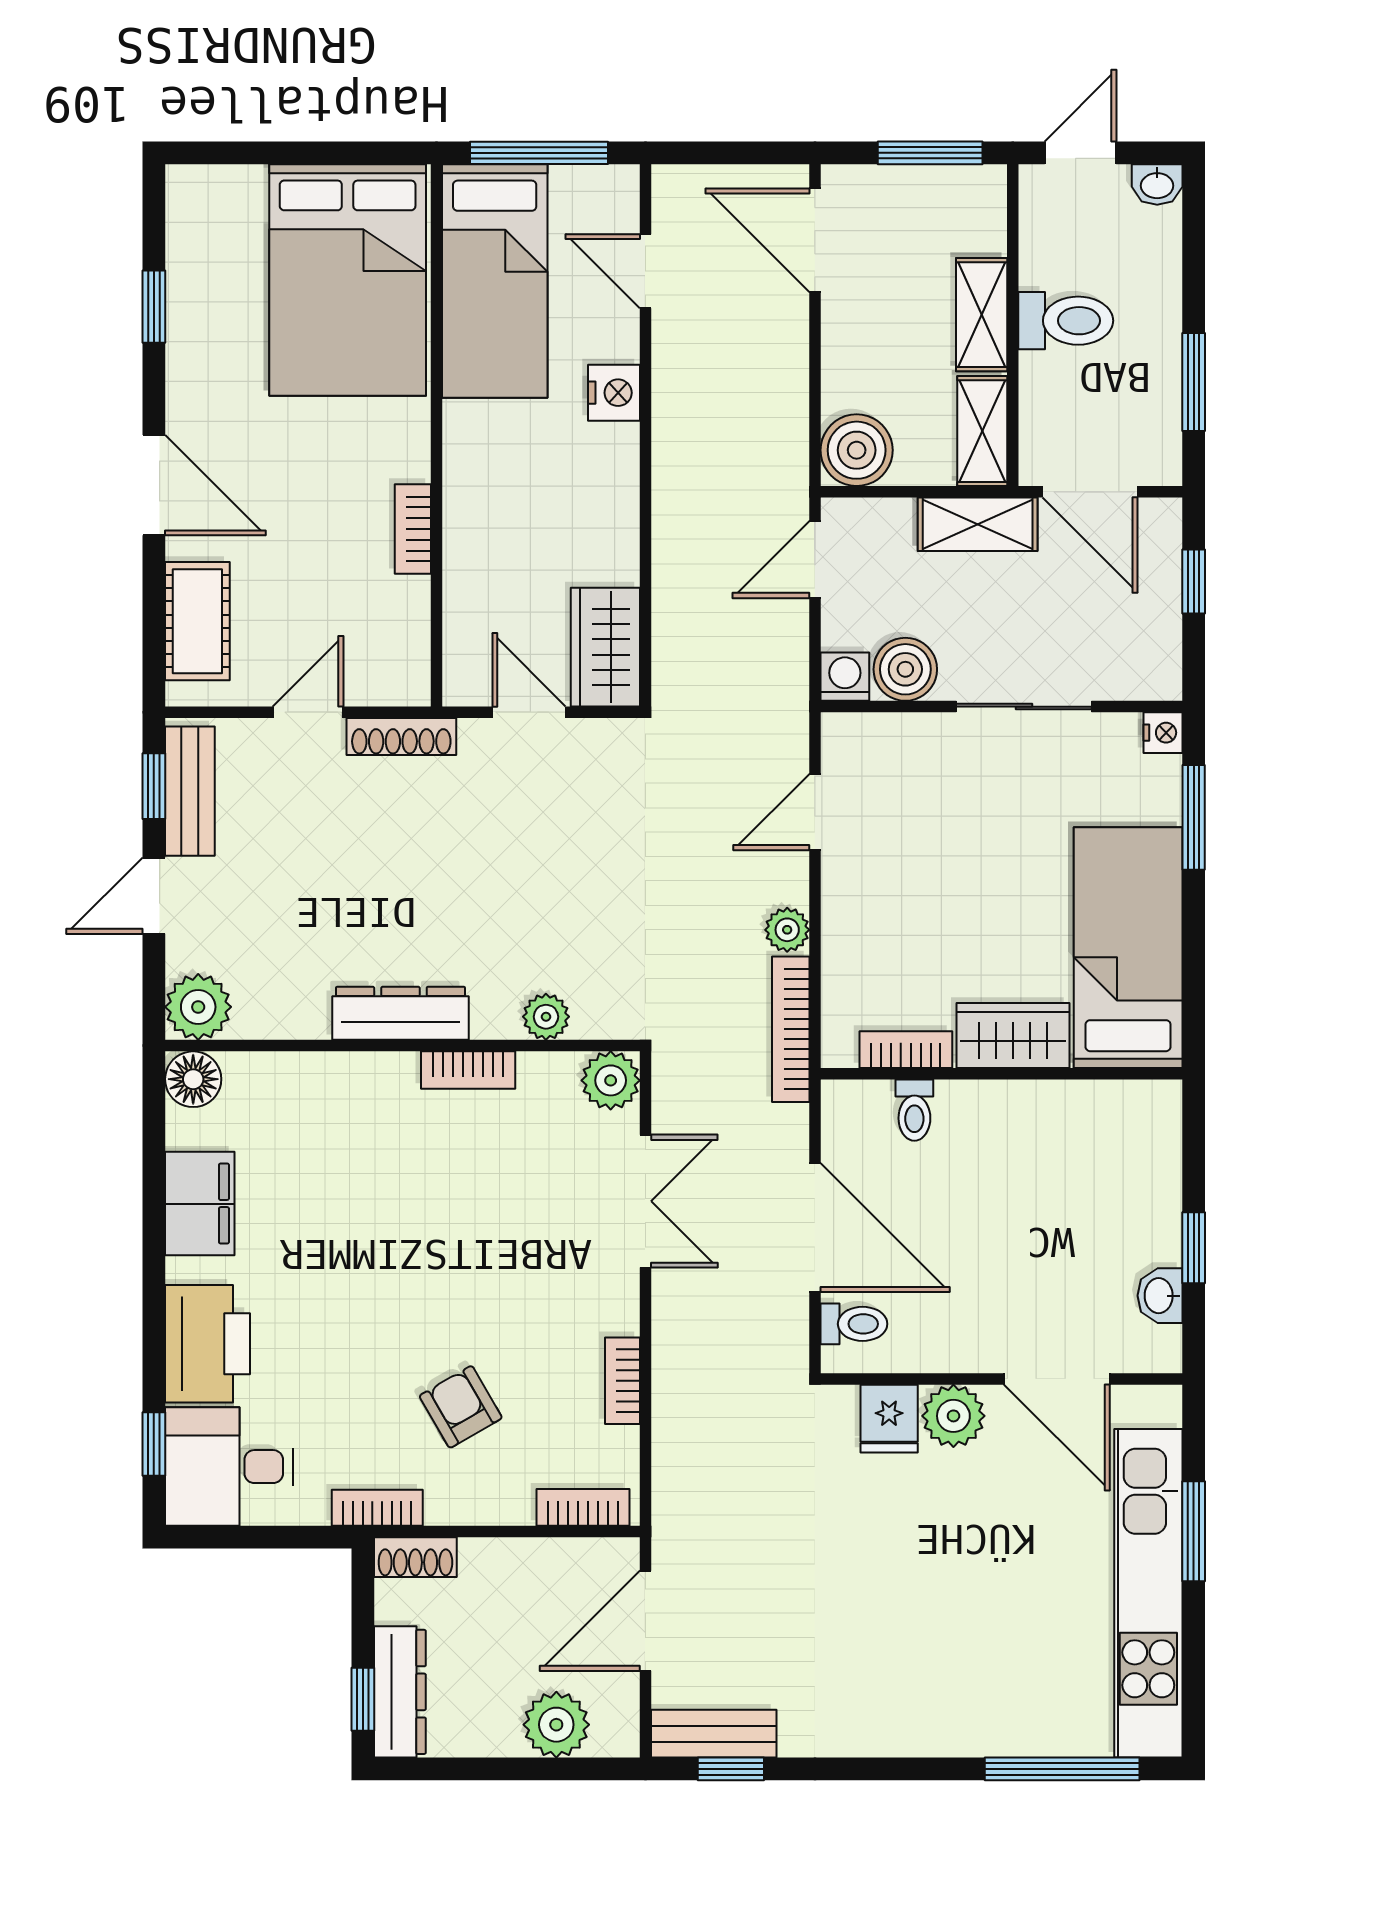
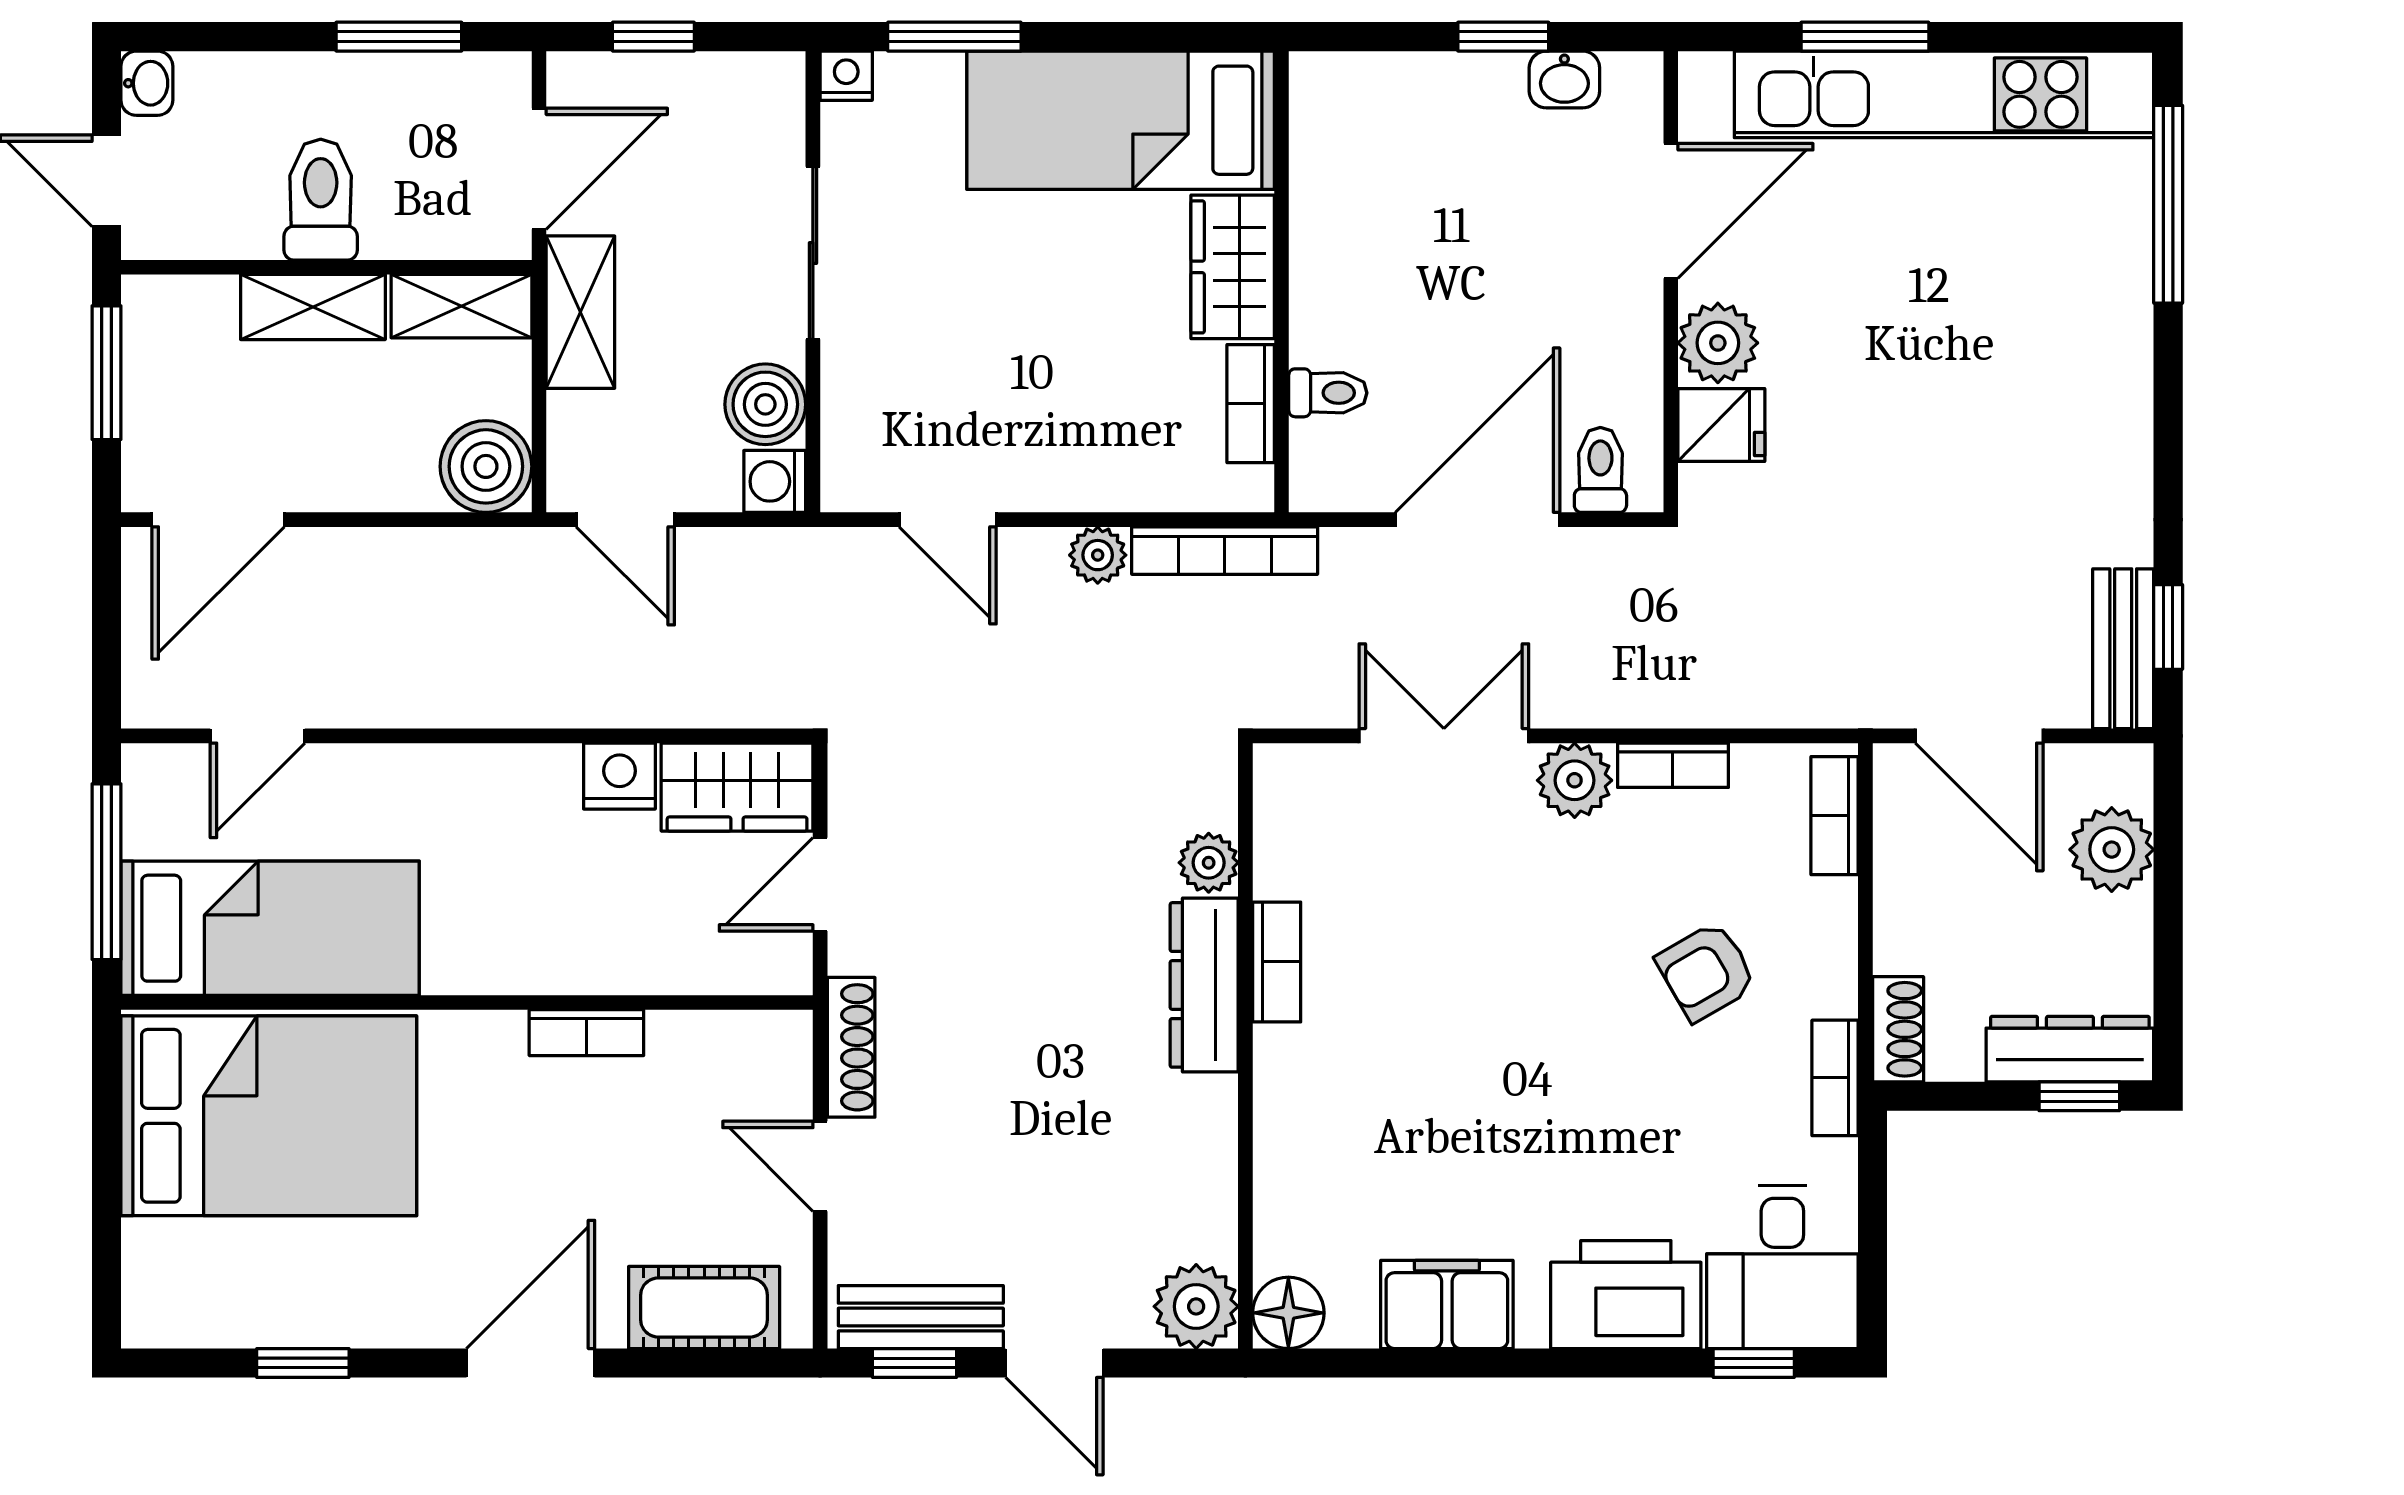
nightstand: (614, 393) -> (619, 776), moved
dresser: (400, 1013) -> (1204, 985), moved
plant: (611, 1080) -> (1575, 780), moved

